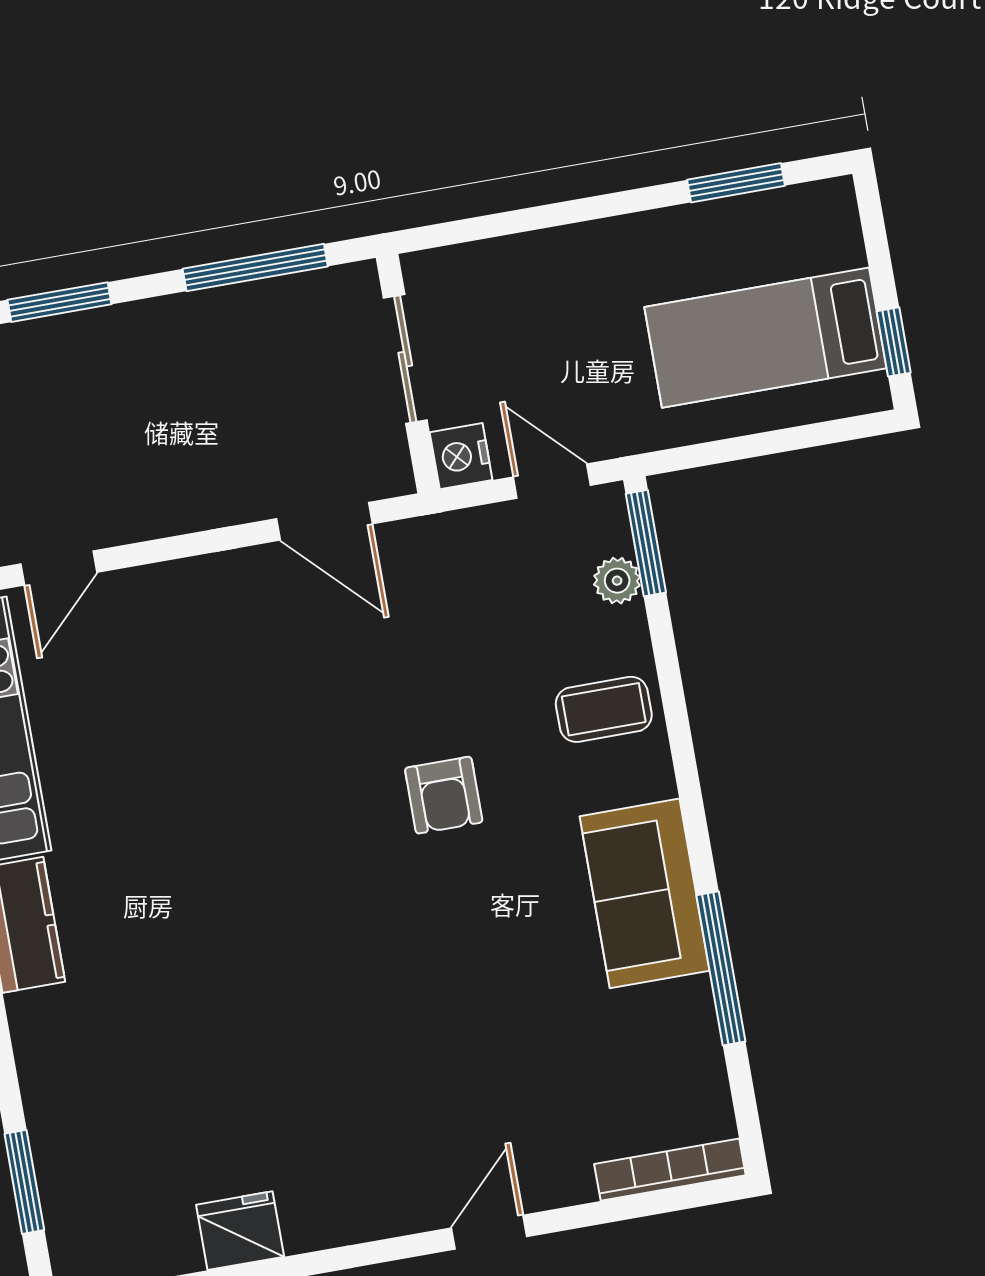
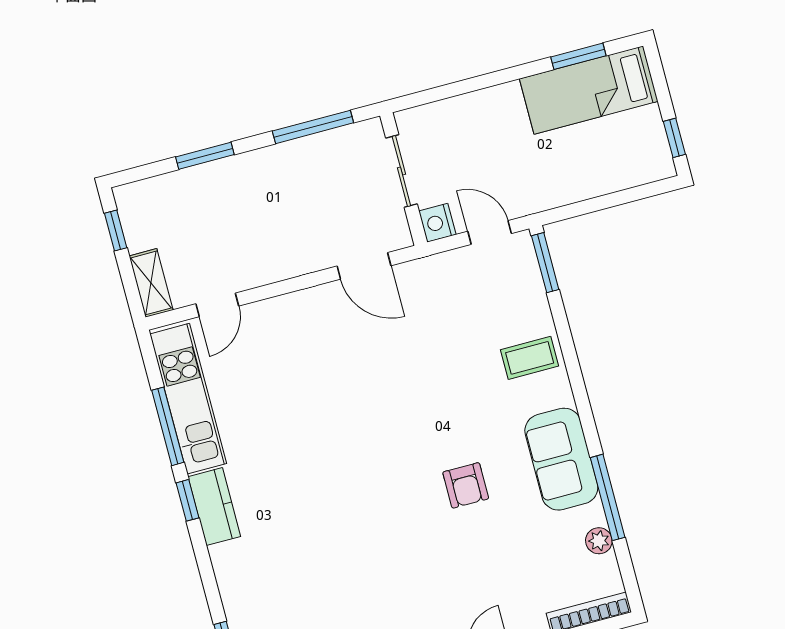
bed: (766, 338) -> (589, 90), moved
plant: (617, 581) -> (599, 541), moved
armchair: (444, 795) -> (466, 485), moved

